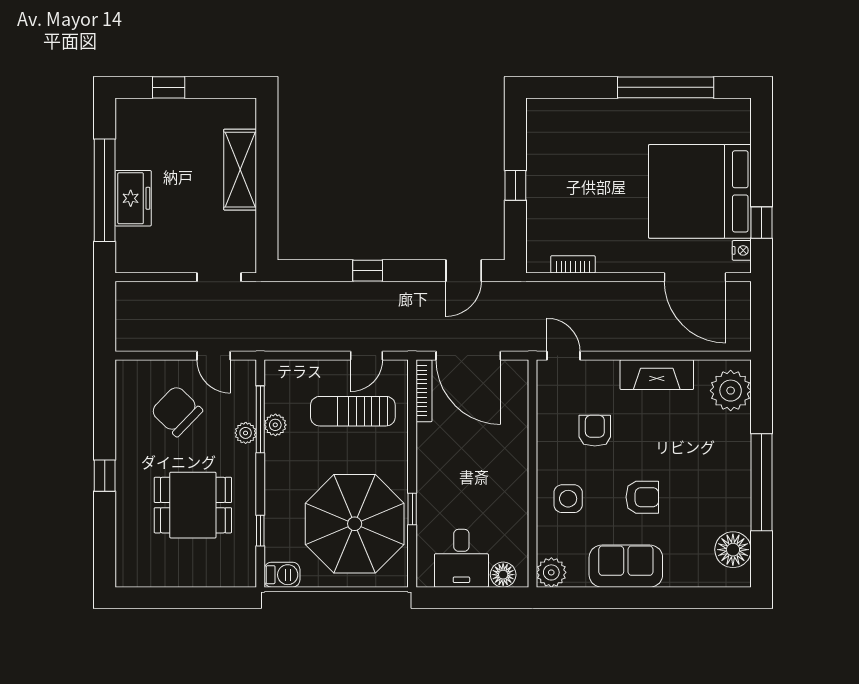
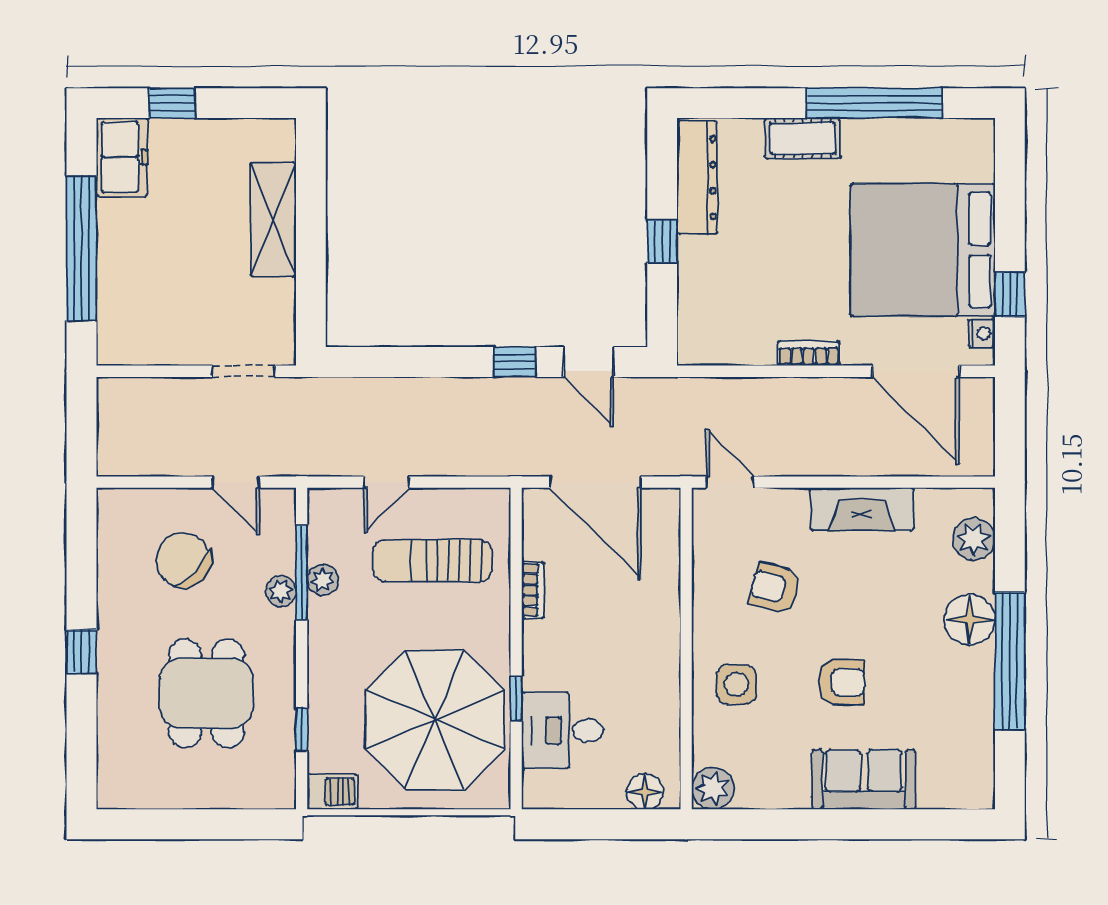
cot: (615, 112) -> (803, 138), added
dresser: (540, 140) -> (697, 178), added
freezer: (133, 198) -> (122, 157), moved
bookcase: (573, 264) -> (809, 353), moved
window: (368, 271) -> (515, 362), moved
door: (464, 271) -> (589, 362), hinge flipped
door: (366, 356) -> (387, 482), moved
bookcase: (424, 391) -> (533, 590), moved, width x0.64
plant: (731, 391) -> (974, 539), width x0.73, depth x0.73
armchair: (595, 431) -> (774, 588), turned -75
dining table: (193, 505) -> (206, 693), turned 90
floor lamp: (733, 550) -> (970, 620), moved
desk: (461, 558) -> (563, 730), moved, turned 90
sofa: (626, 566) -> (864, 780), moved

